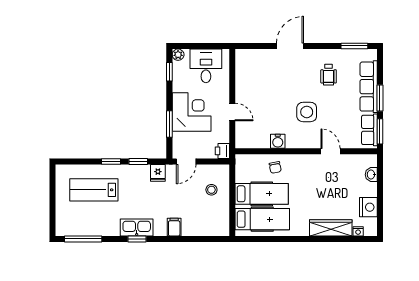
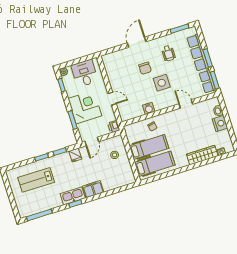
chair: (290, 85) -> (145, 68), added
nightstand: (368, 207) -> (220, 123), moved
filing cabinet: (174, 227) -> (93, 189), width x2.00

